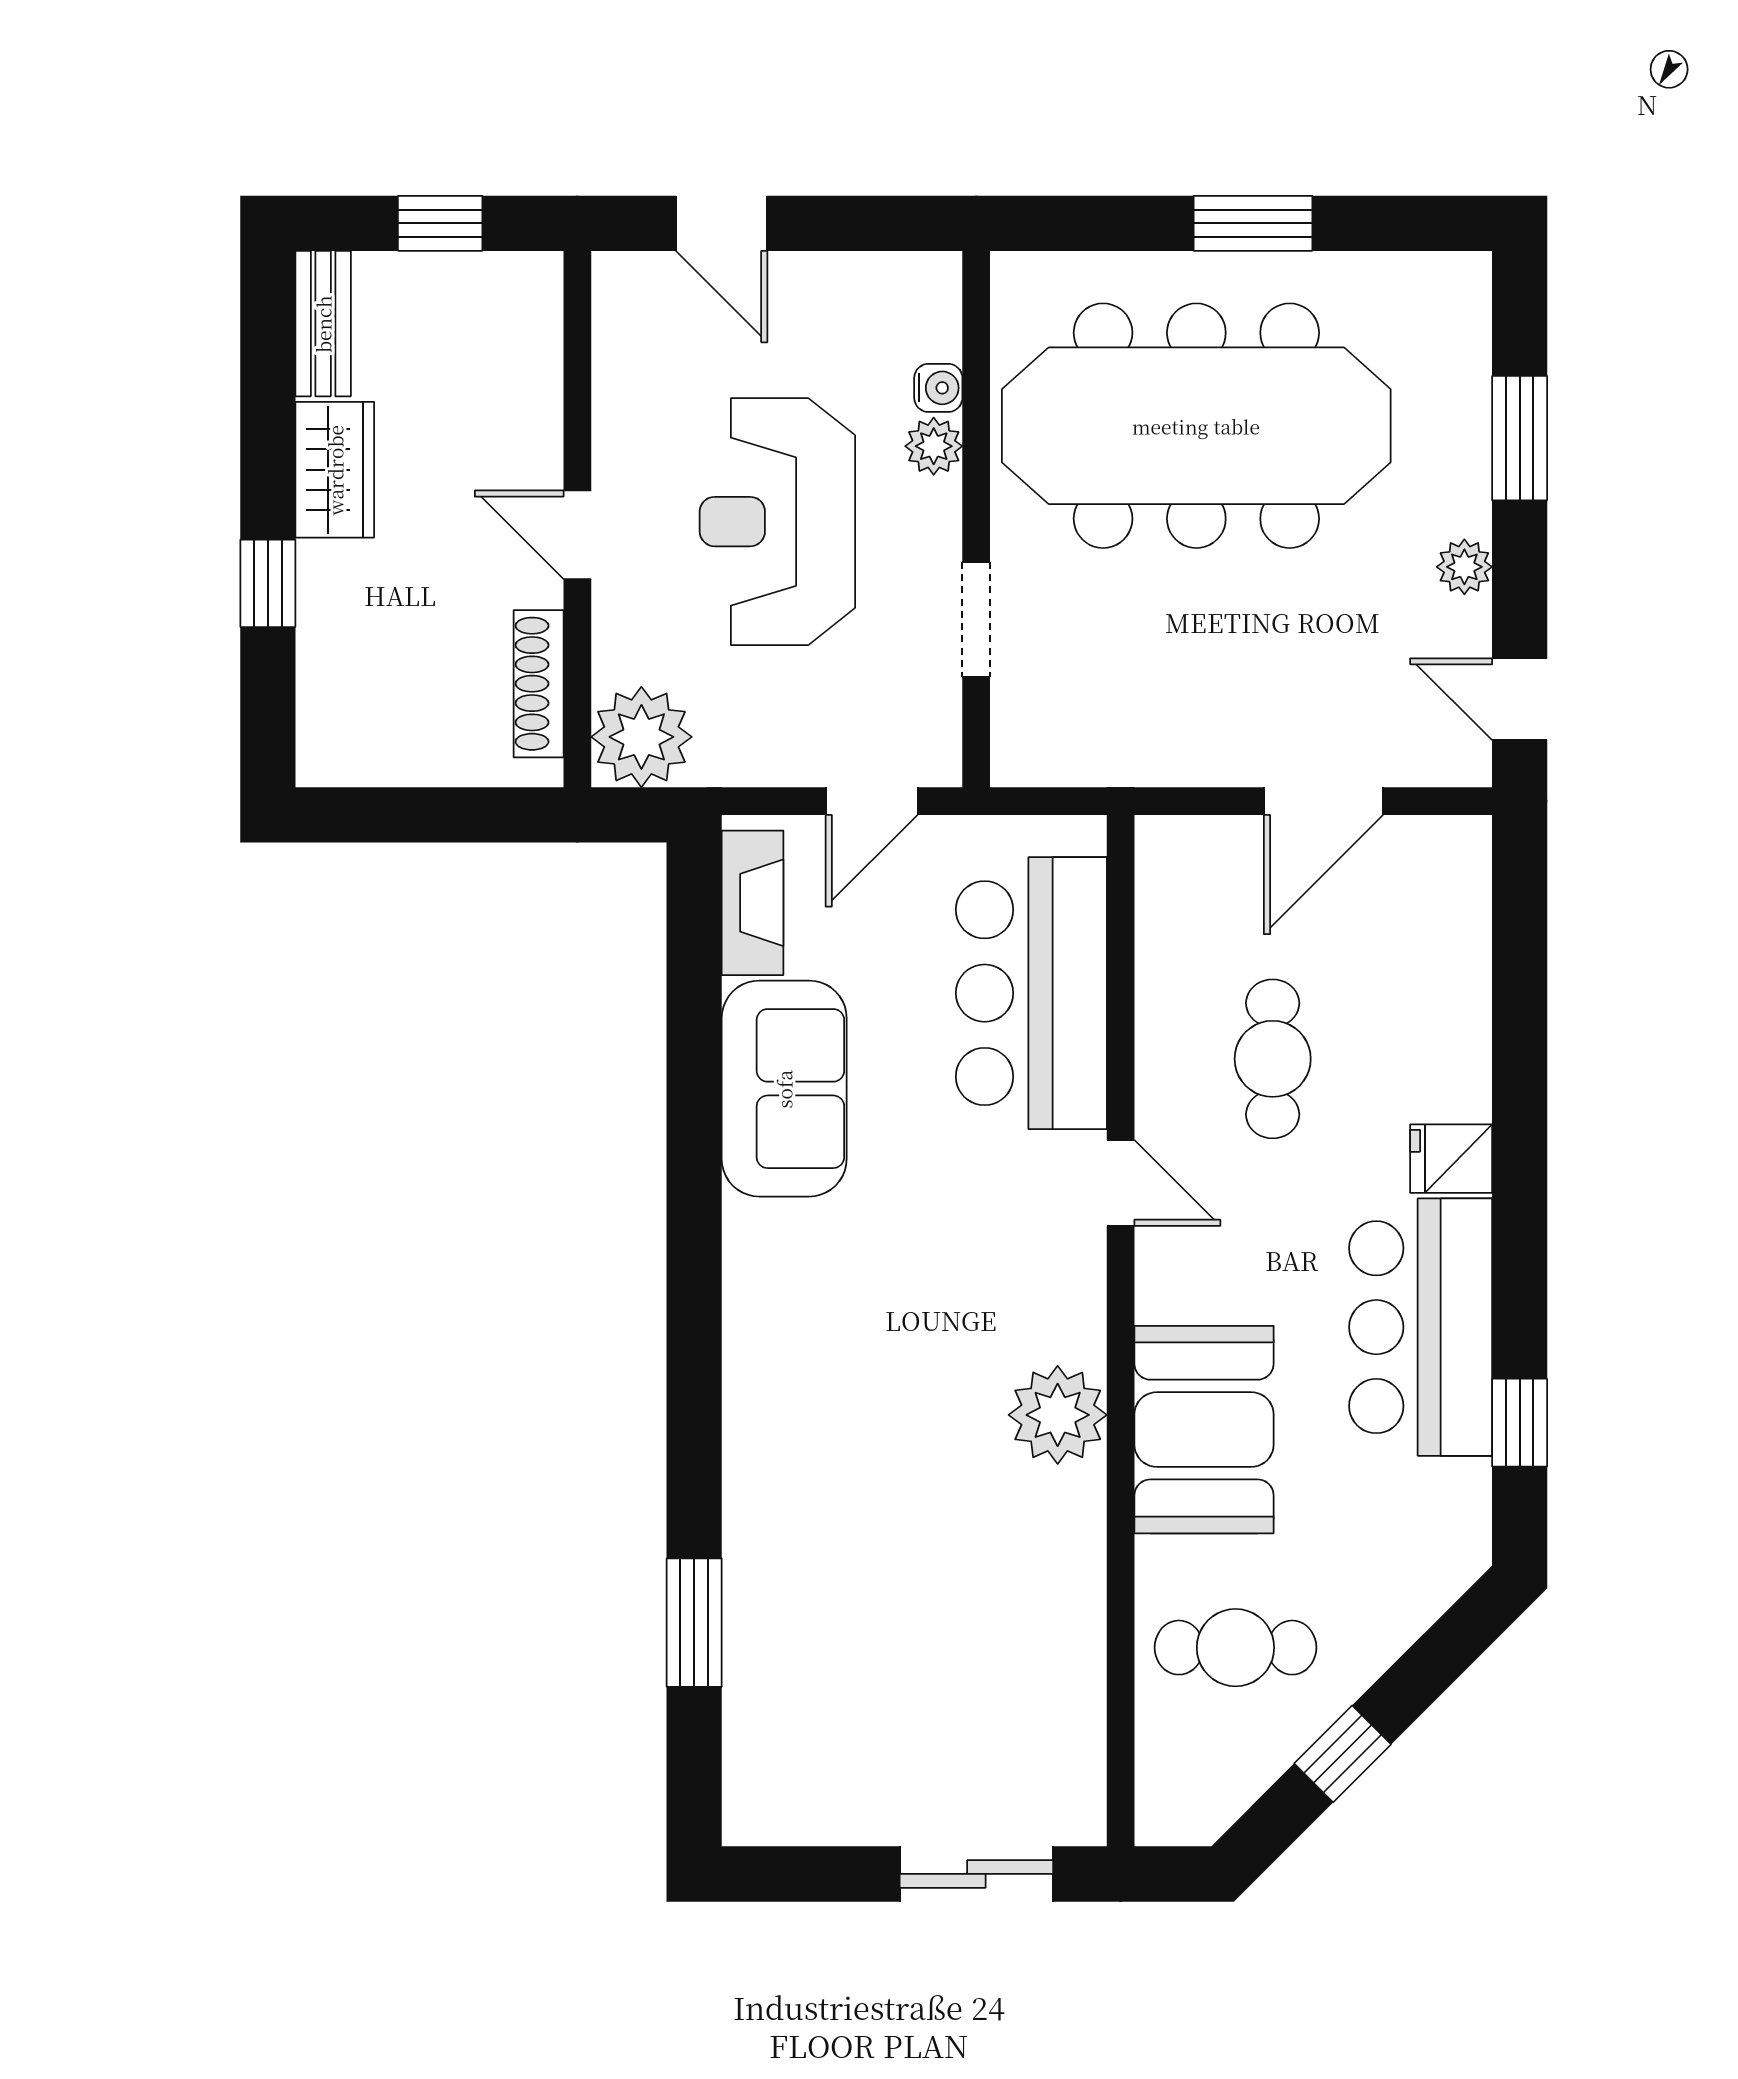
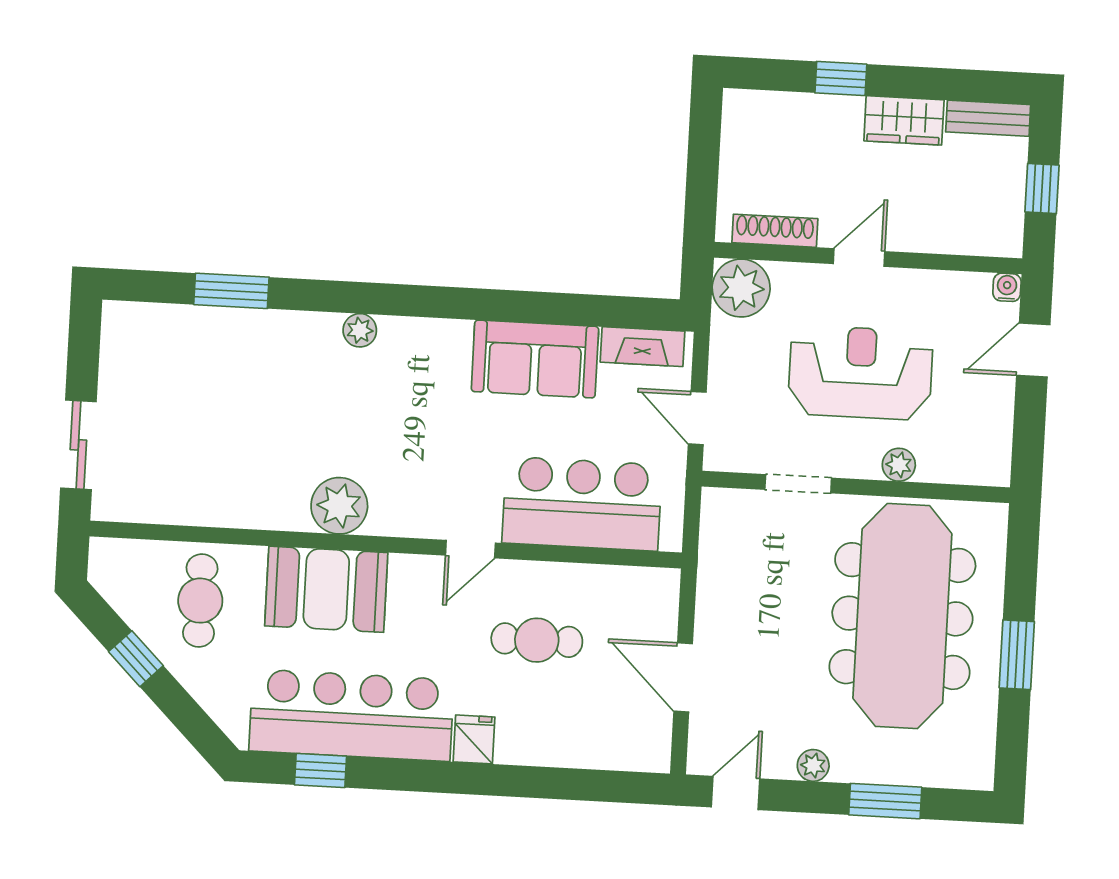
water cooler: (938, 388) -> (1007, 287), moved, turned 180
bar counter: (1421, 1327) -> (351, 715), width x1.36
plant: (751, 1396) -> (360, 330), added

